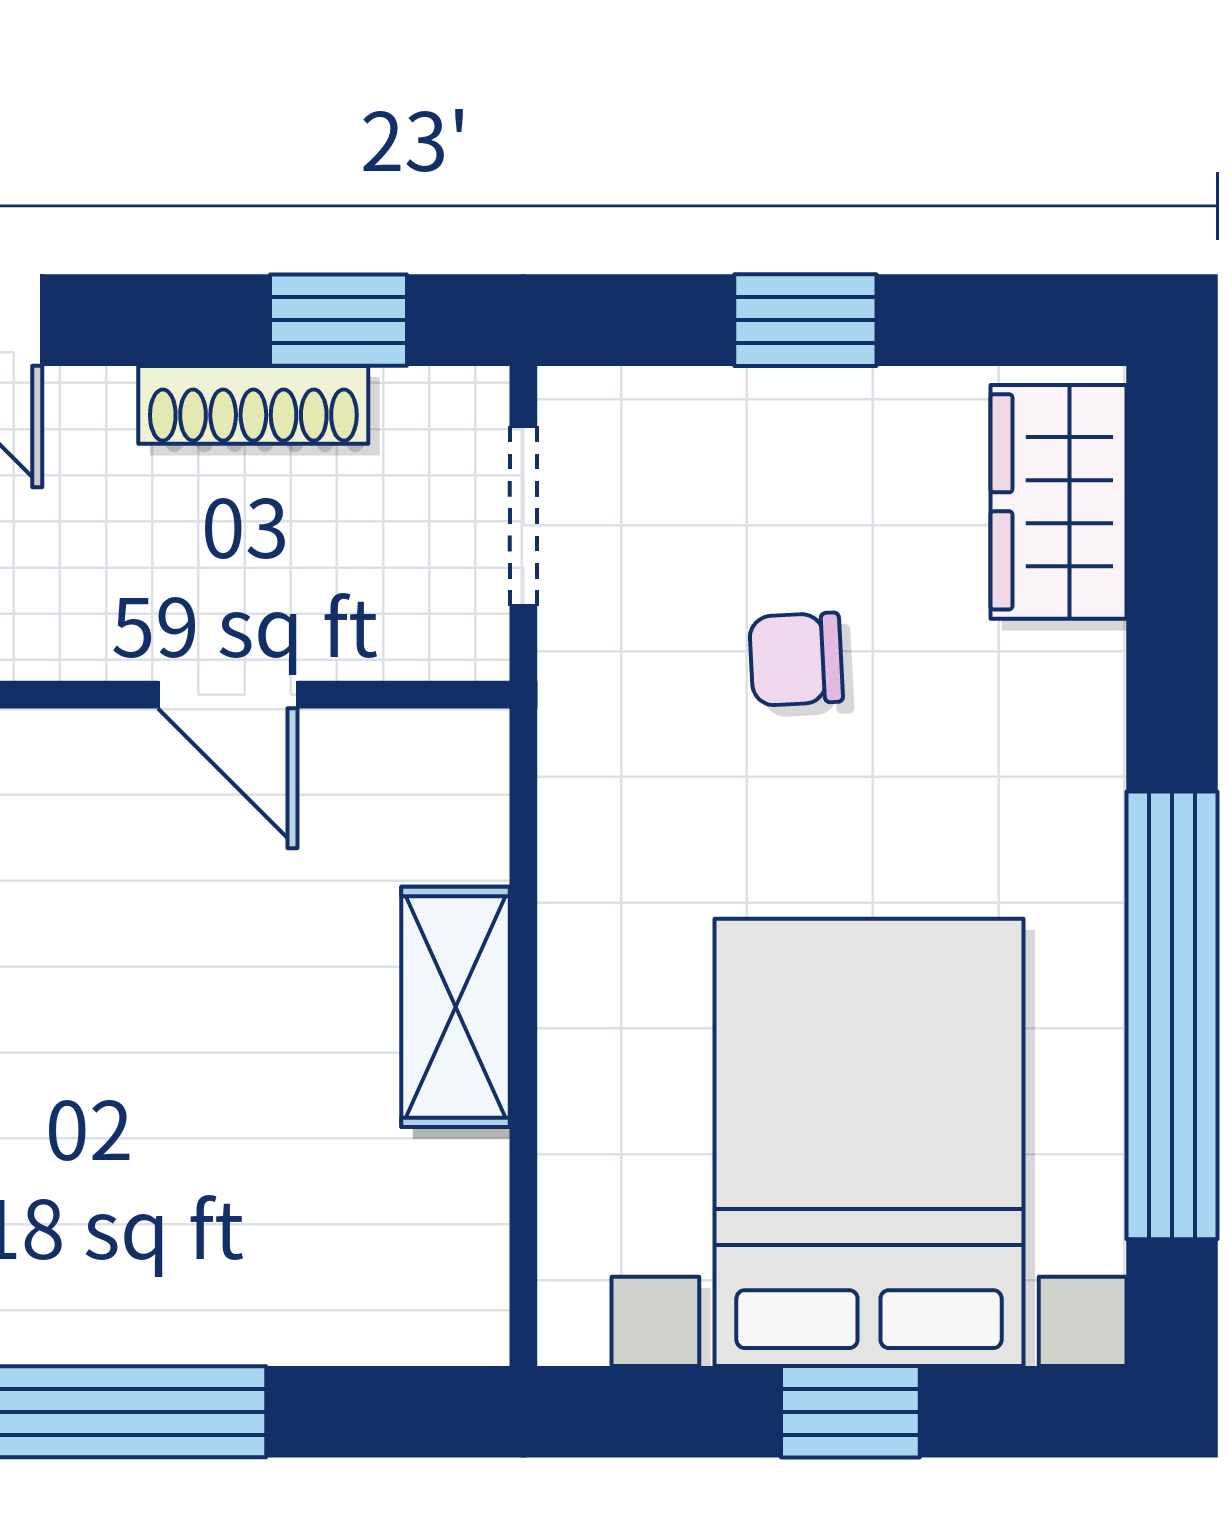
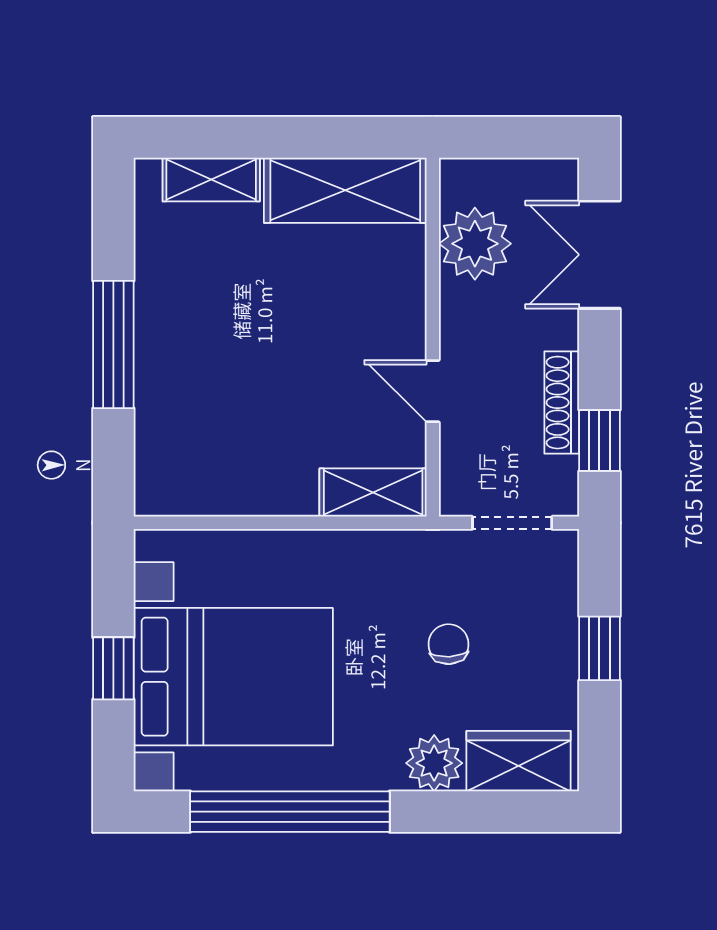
plant: (1063, 691) -> (434, 763), added
door: (228, 695) -> (433, 391), hinge flipped
shelving: (456, 1007) -> (373, 493), moved

